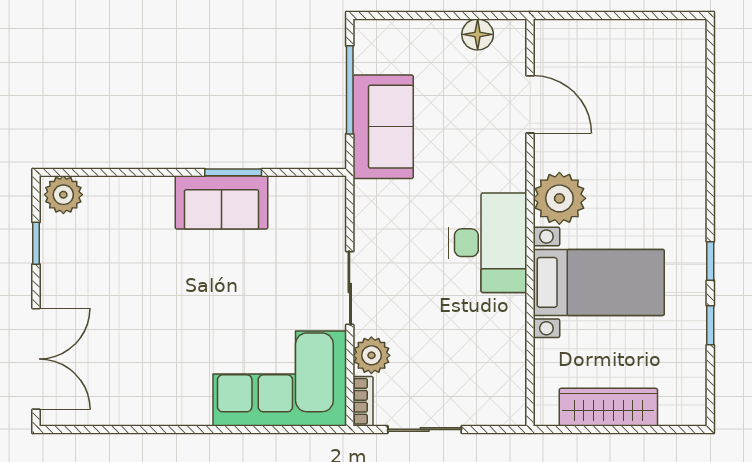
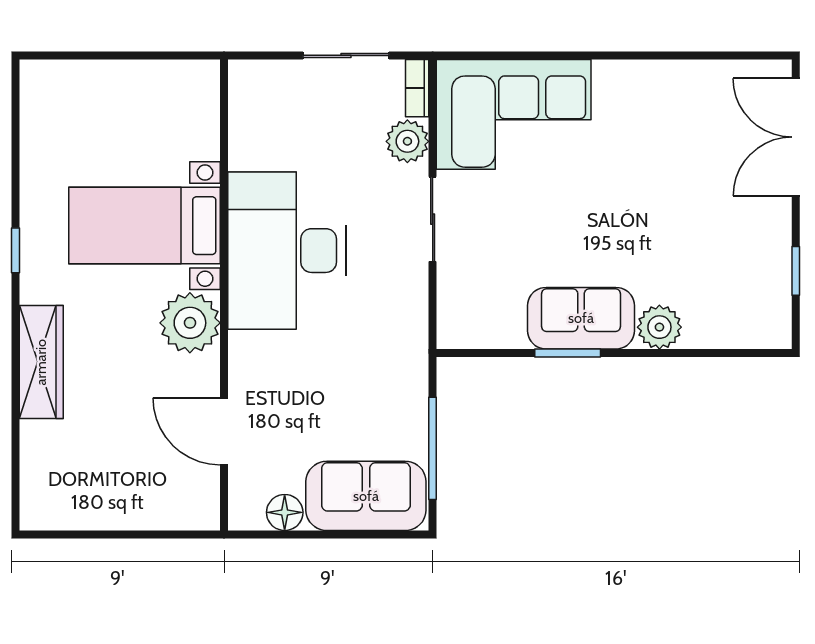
sofa: (383, 127) -> (366, 496), moved, turned 90
plant: (63, 195) -> (659, 327), moved
desk: (488, 243) -> (287, 251), width x1.36, depth x1.30
window: (710, 325) -> (15, 176), removed
wardrobe: (608, 407) -> (41, 362), moved, turned -90

